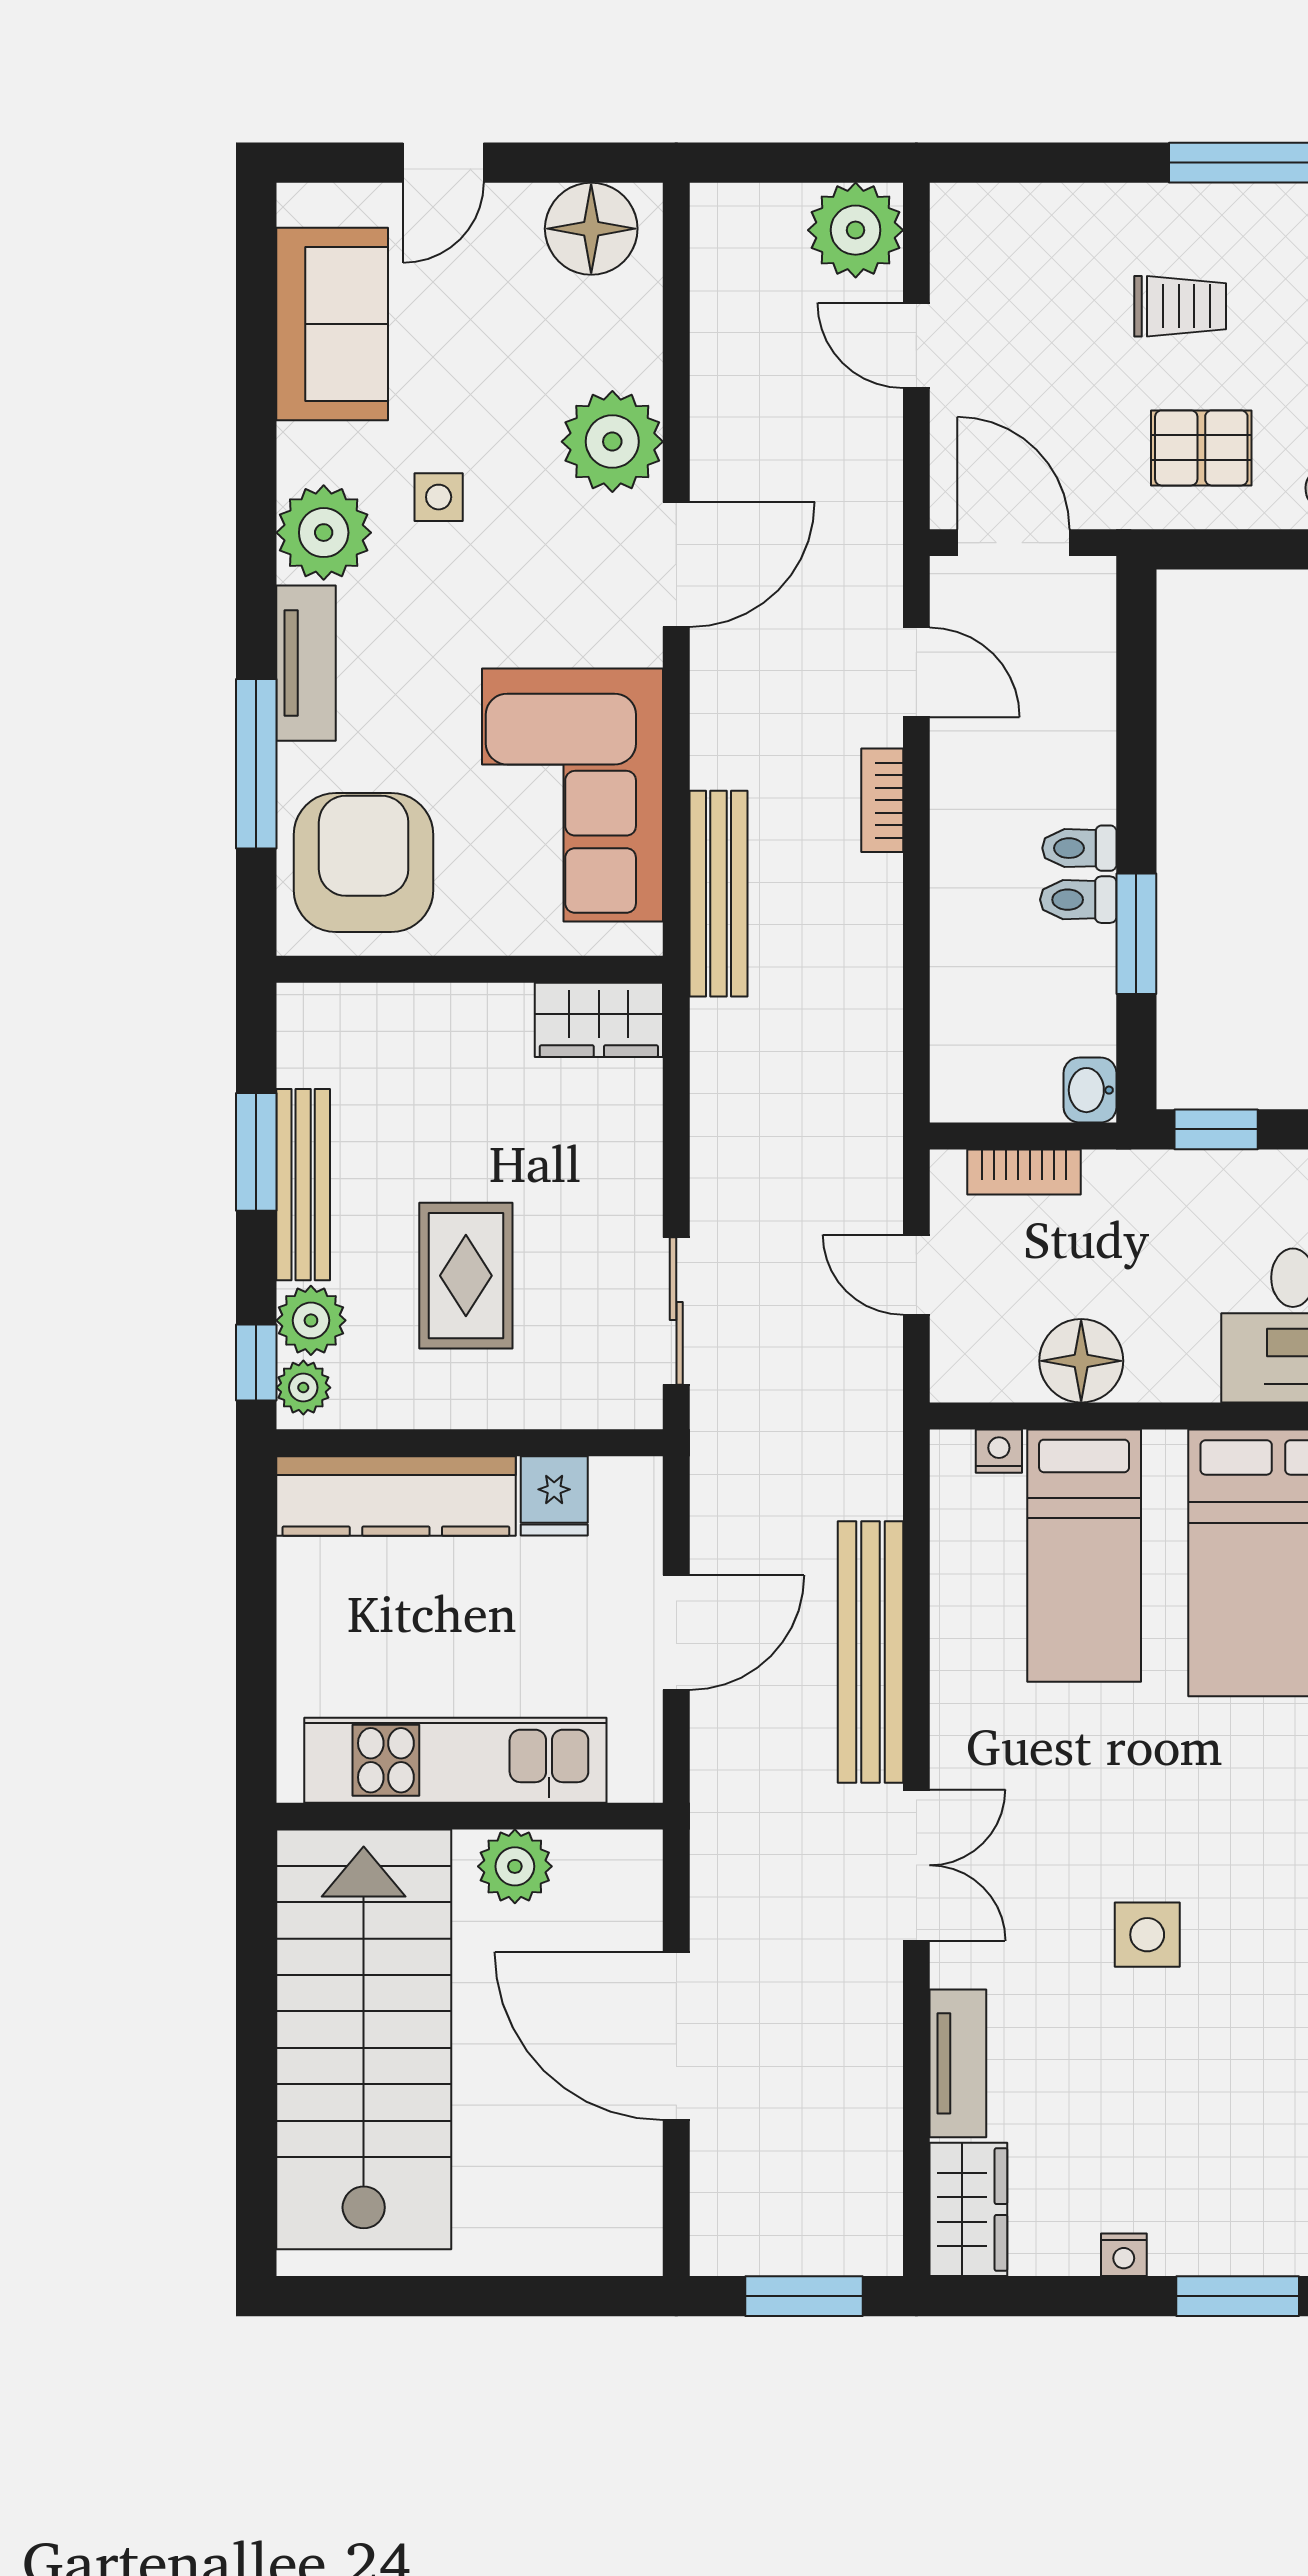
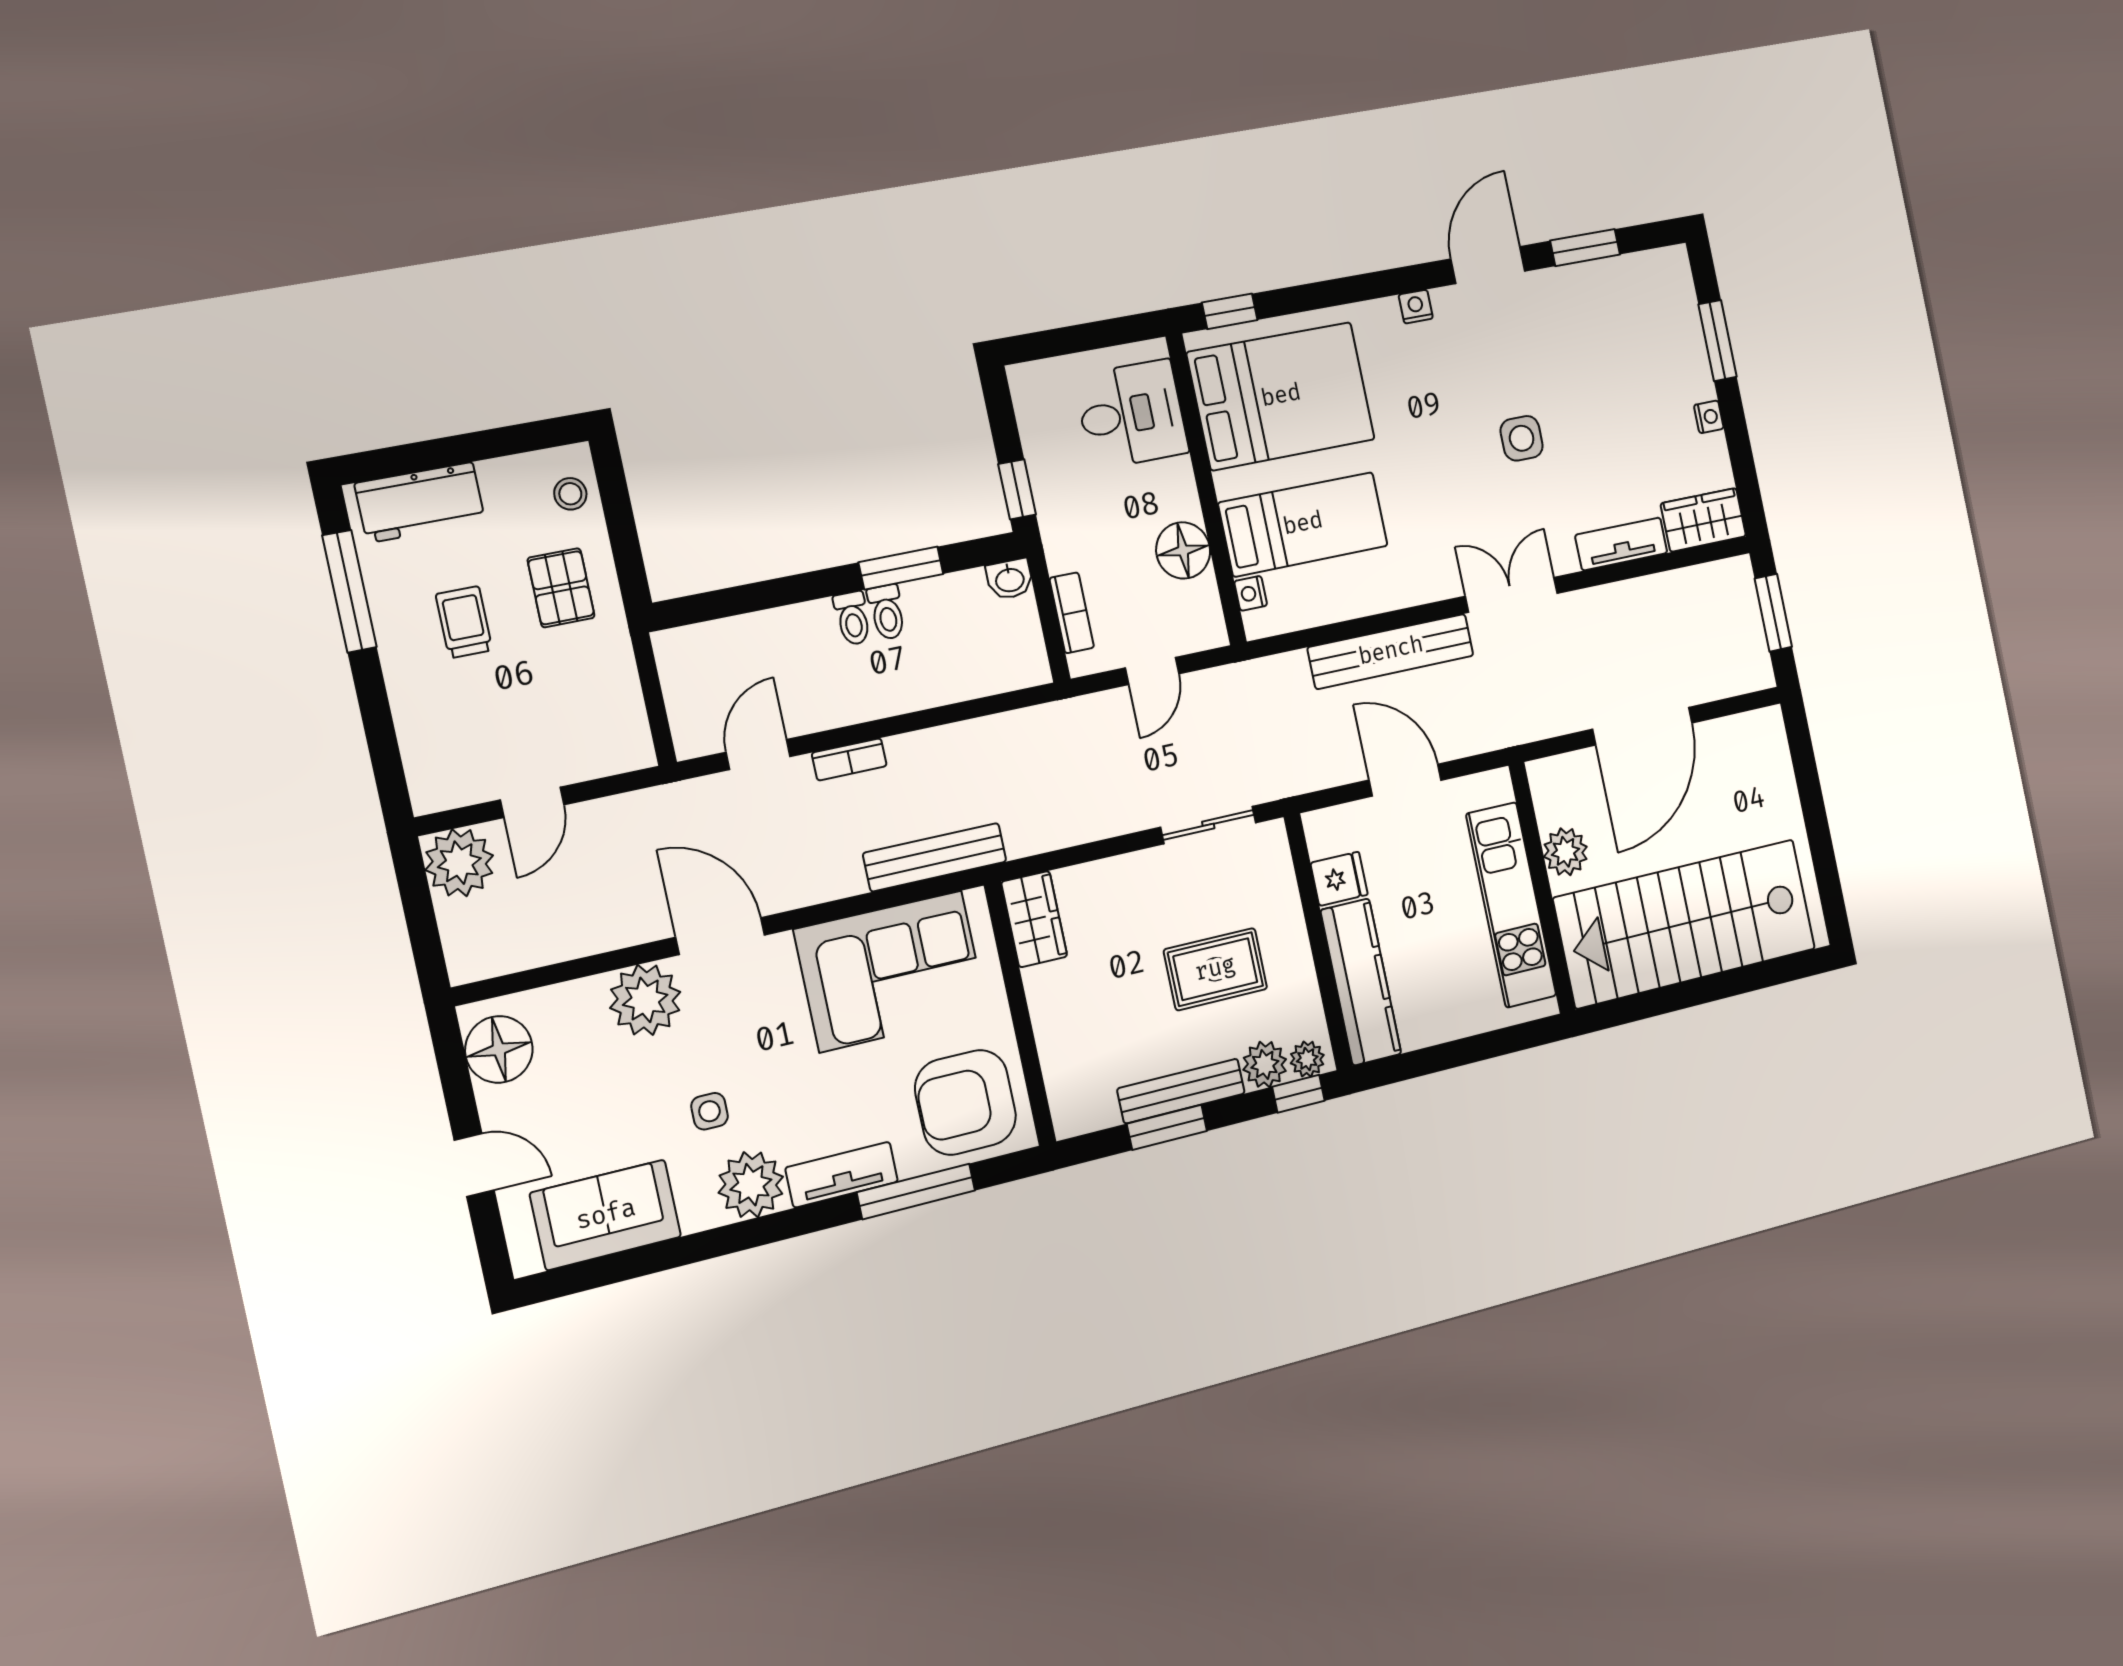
door: (1013, 543) -> (655, 706), removed

